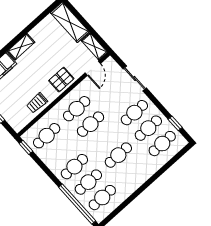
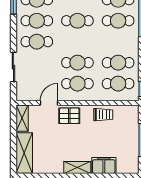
door: (93, 68) -> (49, 103), moved
cafe table: (74, 167) -> (118, 63), moved

